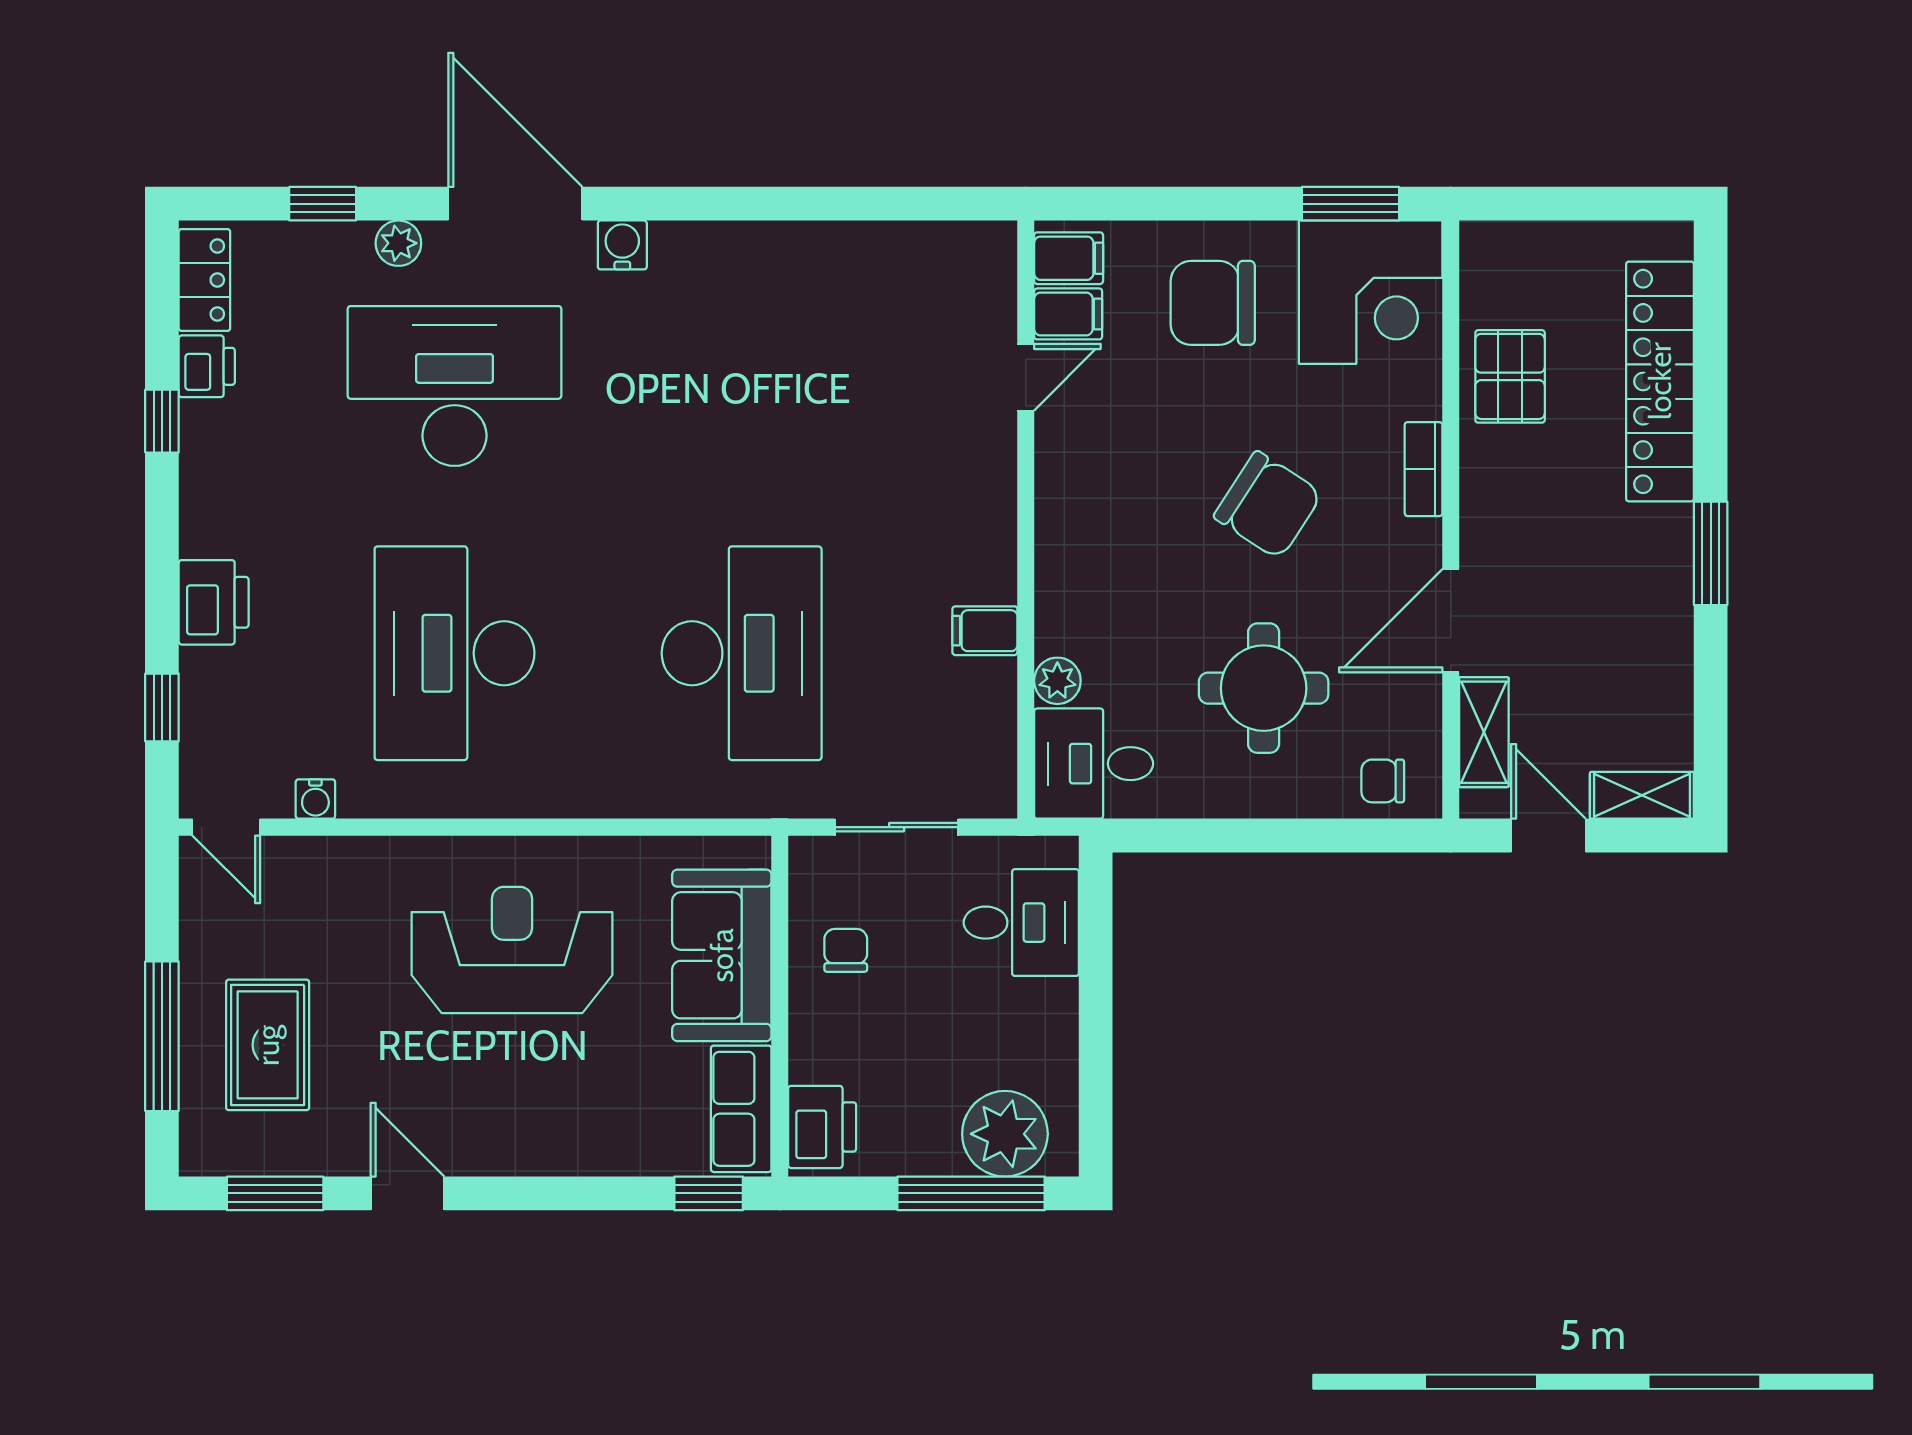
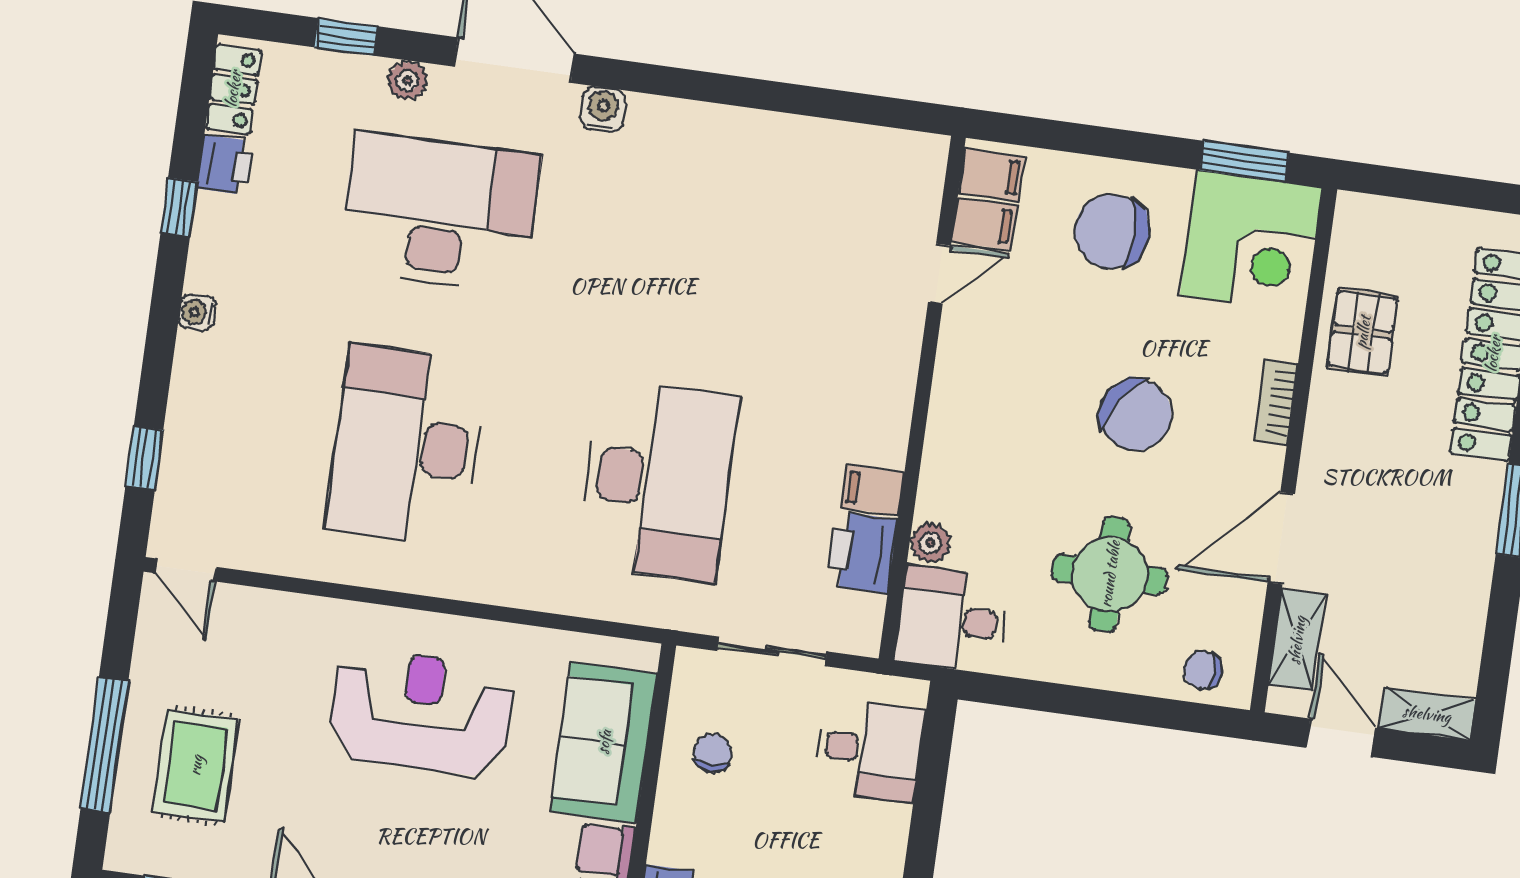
printer: (214, 602) -> (862, 552), moved, turned 180
water cooler: (315, 799) -> (197, 312), moved, turned 90

